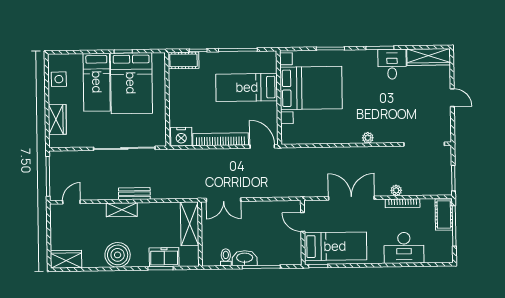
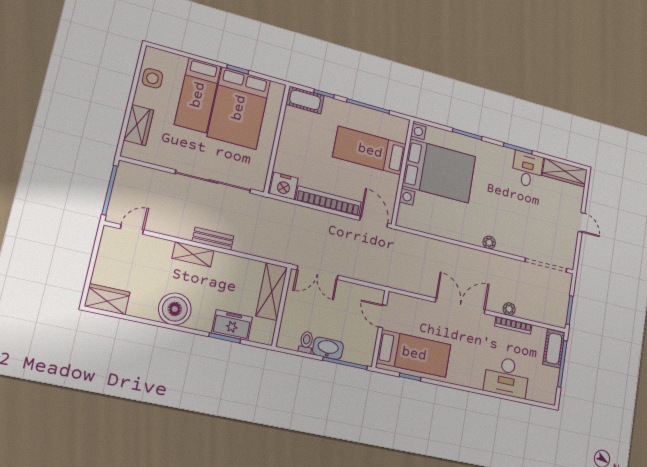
door: (303, 222) -> (382, 316), moved
wall: (303, 233) -> (380, 329), moved
bed: (335, 246) -> (414, 354), moved

